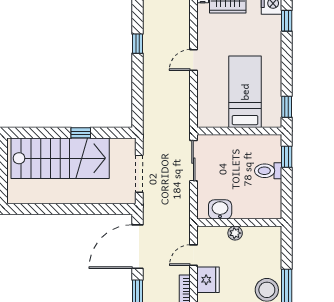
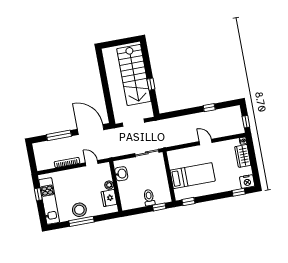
fridge: (208, 280) -> (109, 198), moved, turned 90

